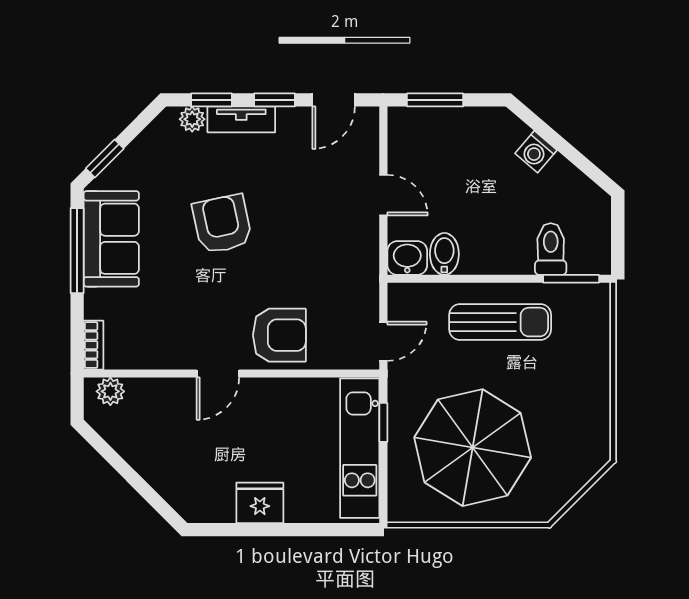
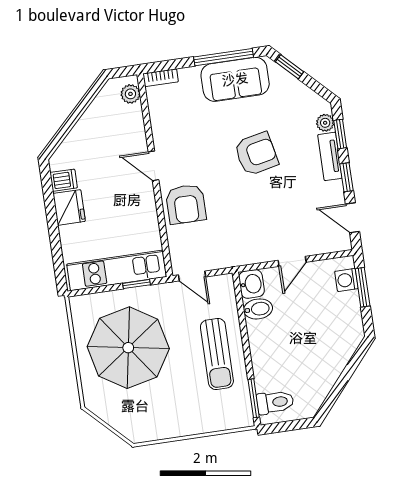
washing machine: (536, 152) -> (346, 280), moved, turned -40
toilet: (551, 249) -> (275, 402), moved
dishwasher: (220, 505) -> (64, 180), added

